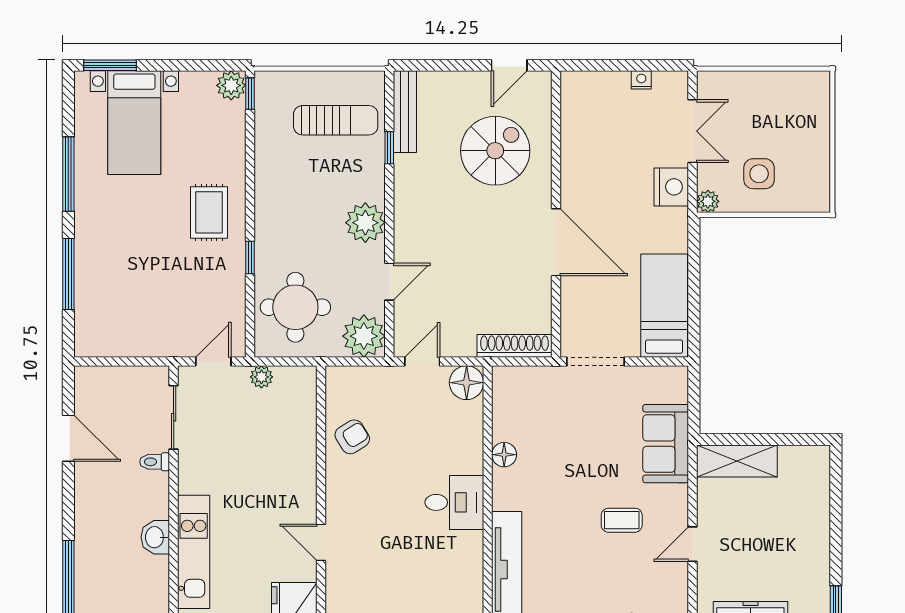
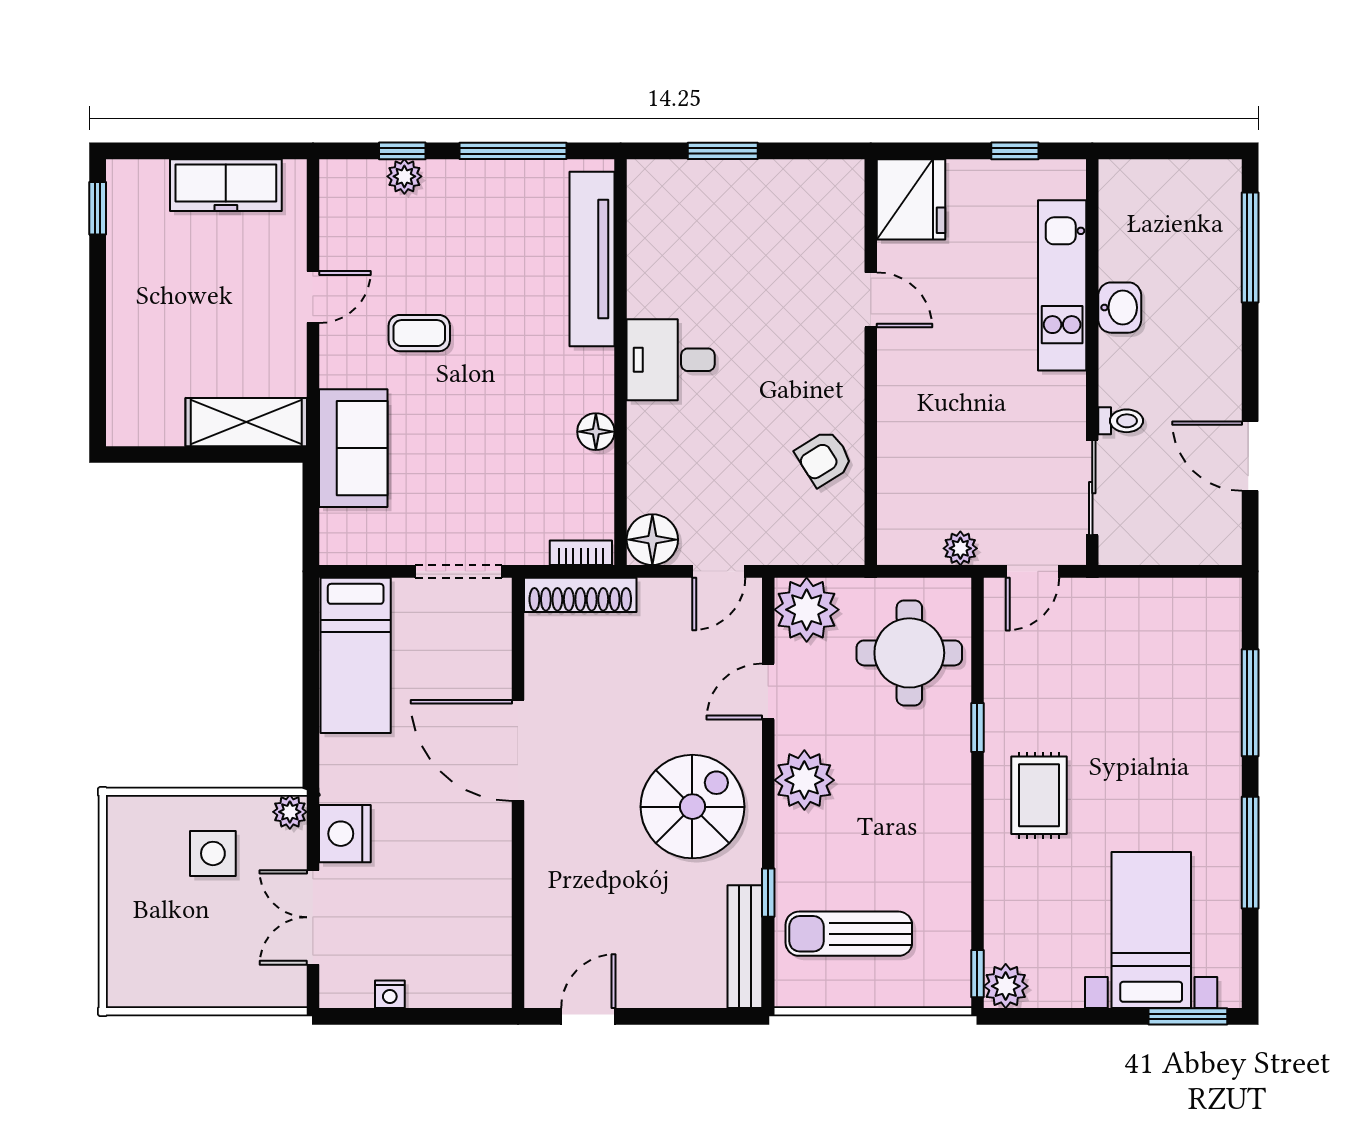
spiral stairs: (495, 151) -> (692, 807), moved, turned 180
bookcase: (514, 374) -> (581, 553), added

